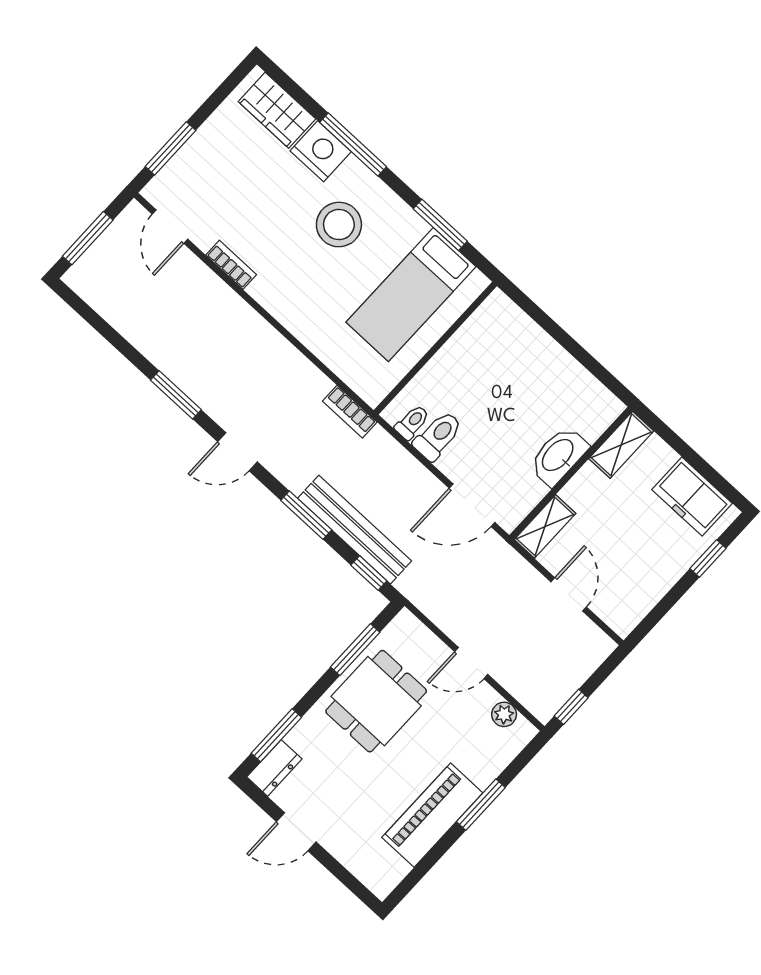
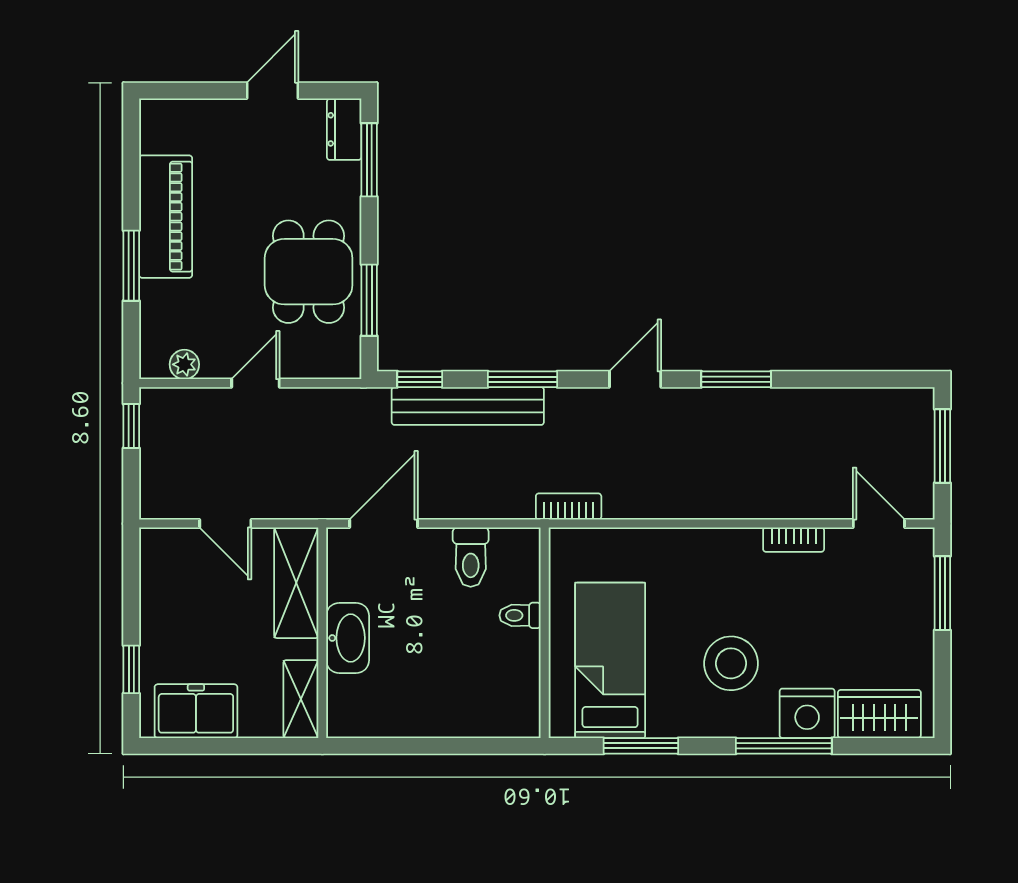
toilet: (412, 422) -> (520, 615), moved, turned 90
shelving: (545, 526) -> (296, 583), width x1.50, depth x1.33

